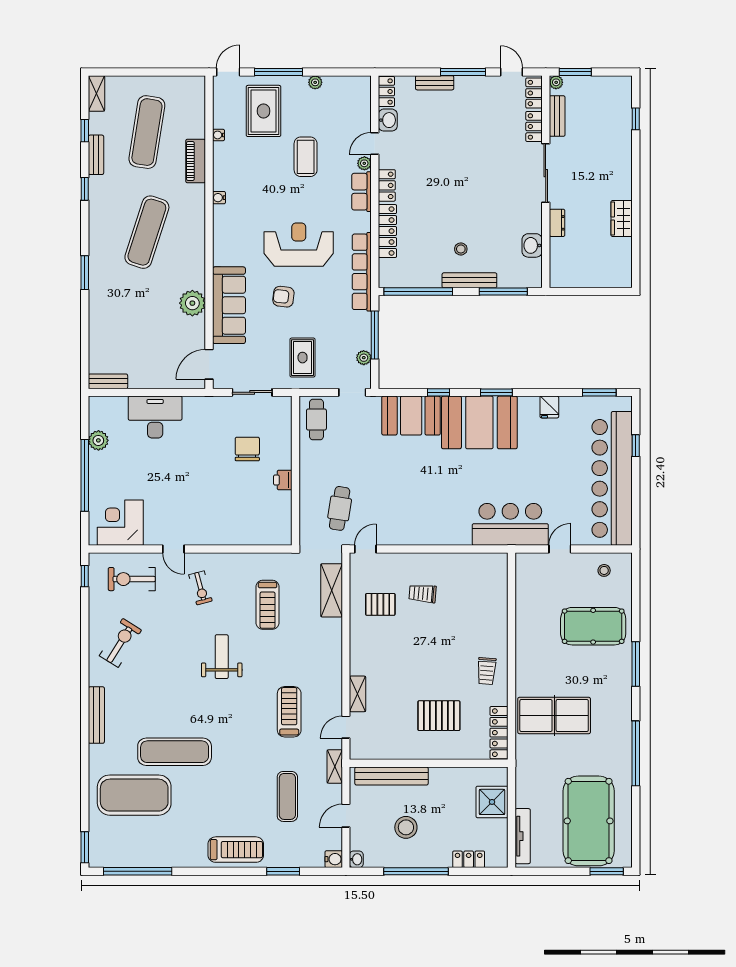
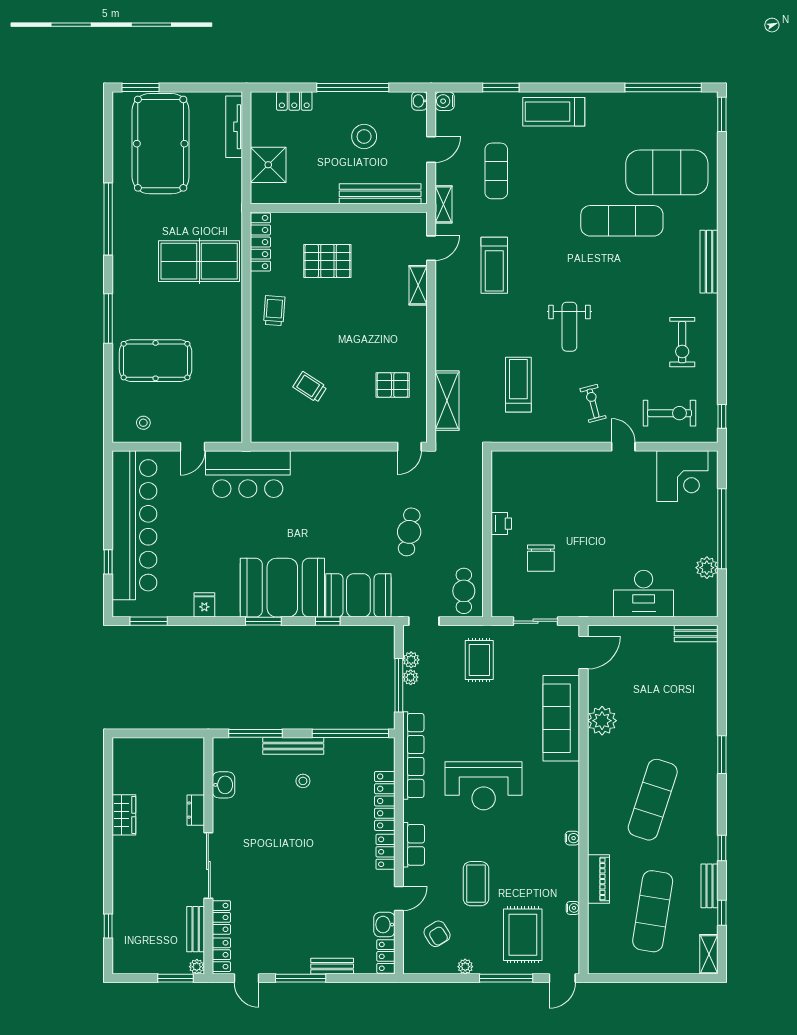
plant: (364, 163) -> (411, 677), moved
armchair: (283, 297) -> (437, 934), moved, turned 51
cafe table: (340, 508) -> (409, 532), moved
trolley: (423, 594) -> (310, 387), moved, turned -152
exercise bike: (120, 643) -> (682, 342), turned -32

